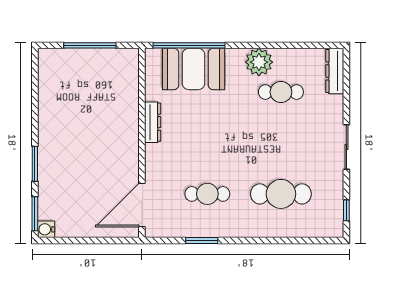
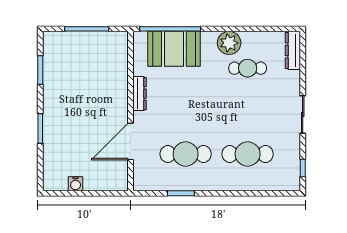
cafe table: (207, 194) -> (186, 154), width x1.37, depth x1.35
door: (142, 205) -> (130, 141), moved
window: (35, 214) -> (40, 70), moved
water cooler: (46, 229) -> (76, 184), moved, turned -90

